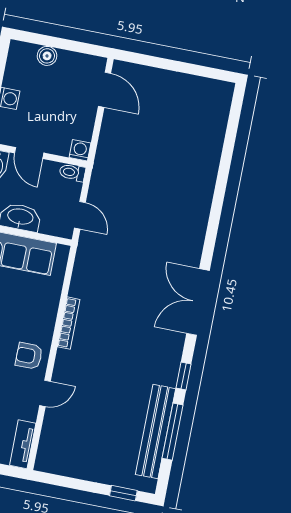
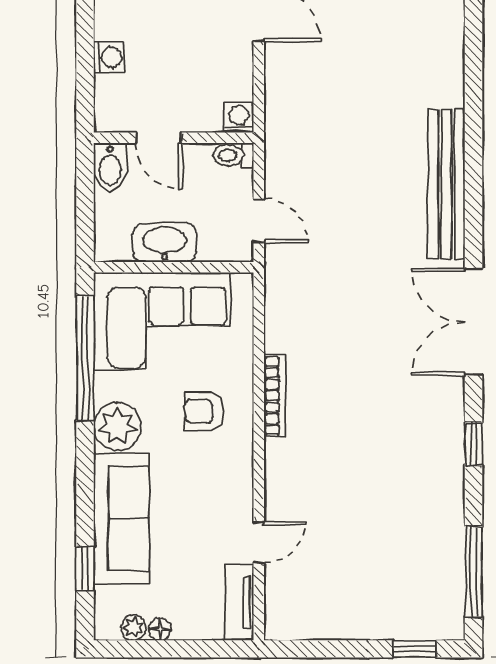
armchair: (29, 356) -> (204, 411), moved
door: (45, 393) -> (259, 542), moved
bench: (156, 432) -> (446, 184), moved
window: (173, 432) -> (474, 572), moved

